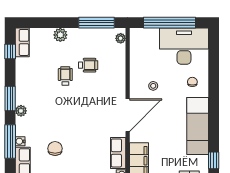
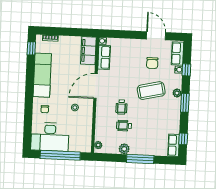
window: (96, 23) -> (140, 159), moved
plant: (60, 35) -> (124, 149), moved
wheelchair: (65, 76) -> (121, 107), moved
coffee table: (55, 112) -> (151, 91), added
window: (10, 141) -> (186, 70), width x0.46

